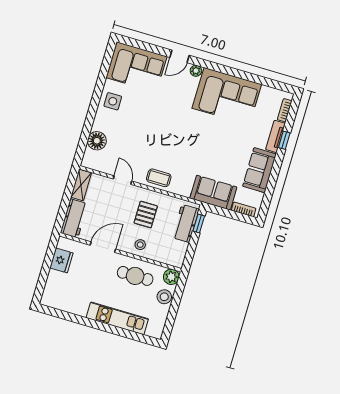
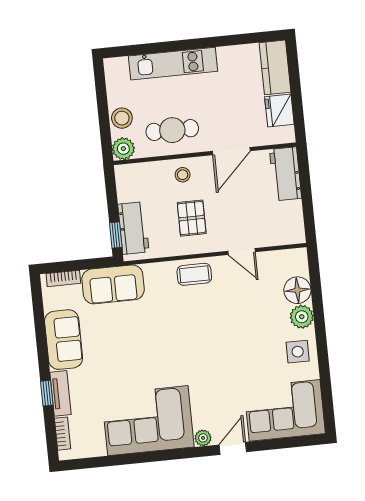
plant: (101, 123) -> (302, 317), added
shelving: (81, 185) -> (294, 222), removed
kitchen counter: (53, 289) -> (275, 67), added

